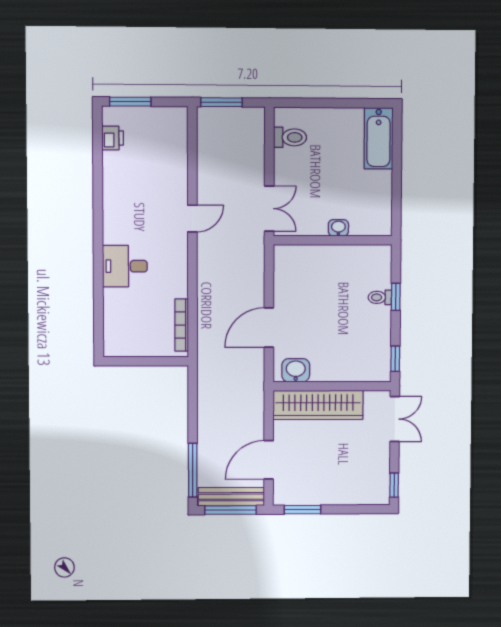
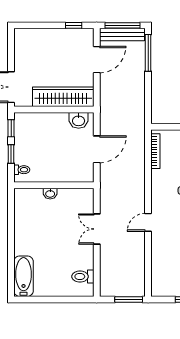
washbasin: (338, 228) -> (50, 194), moved
wall: (333, 240) -> (54, 185), moved
window: (396, 297) -> (11, 154), moved
window: (394, 485) -> (11, 42), removed
window: (302, 510) -> (74, 25), width x0.67

